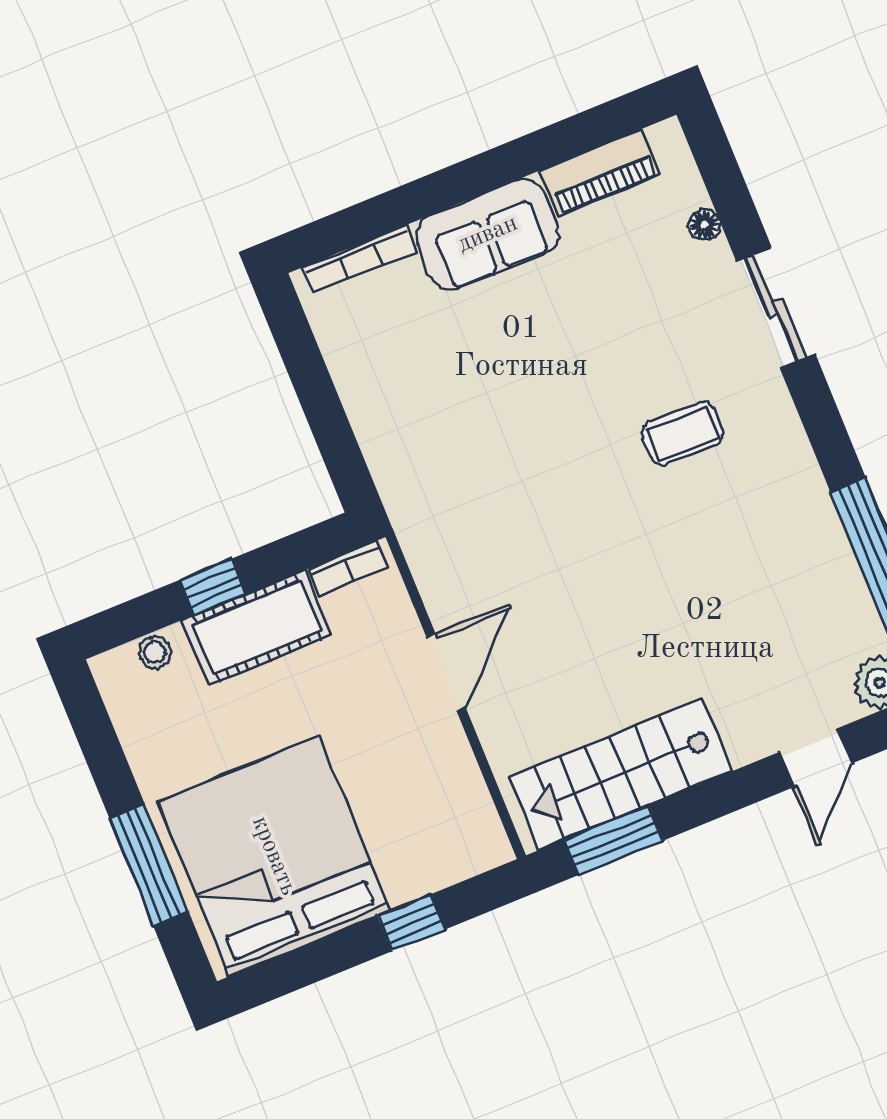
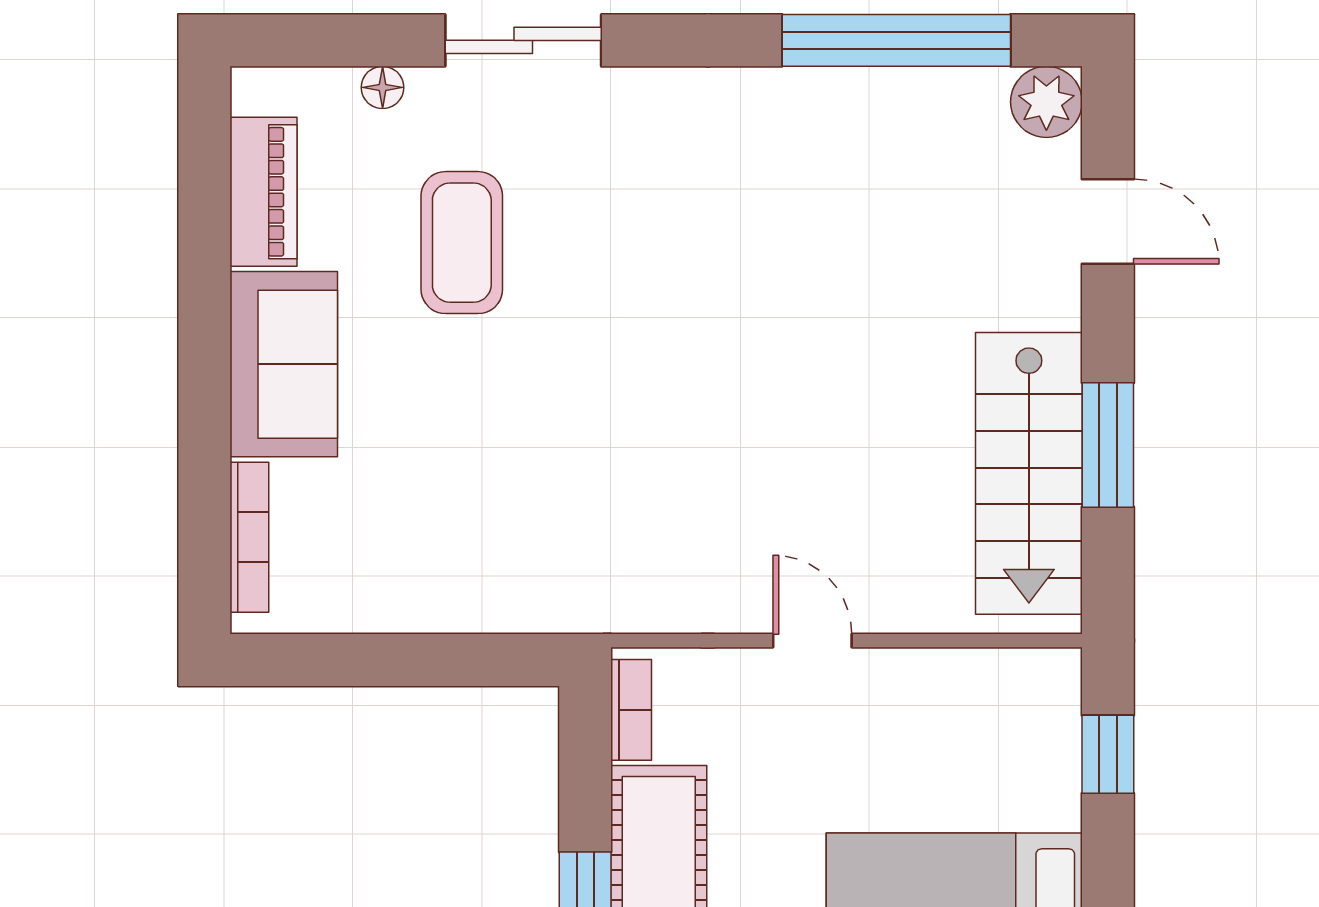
coffee table: (683, 433) -> (462, 243), moved, width x1.36, depth x1.30
door: (446, 673) -> (812, 641), width x0.73
window: (613, 840) -> (1108, 445), moved
window: (412, 923) -> (1108, 754), moved

